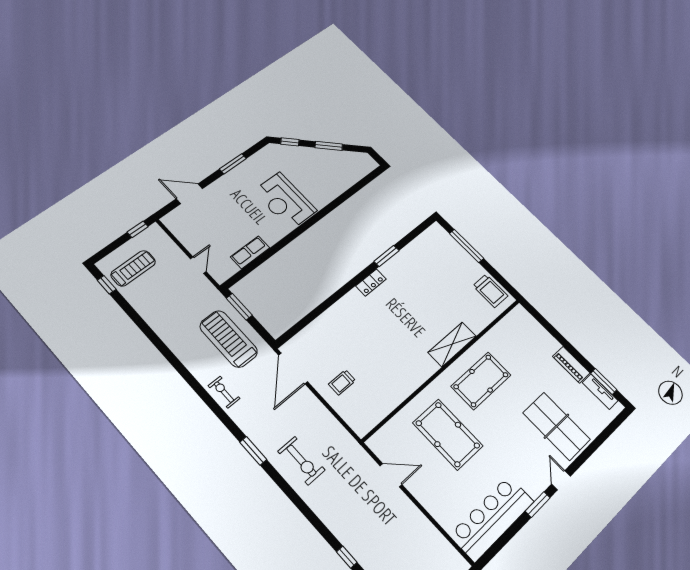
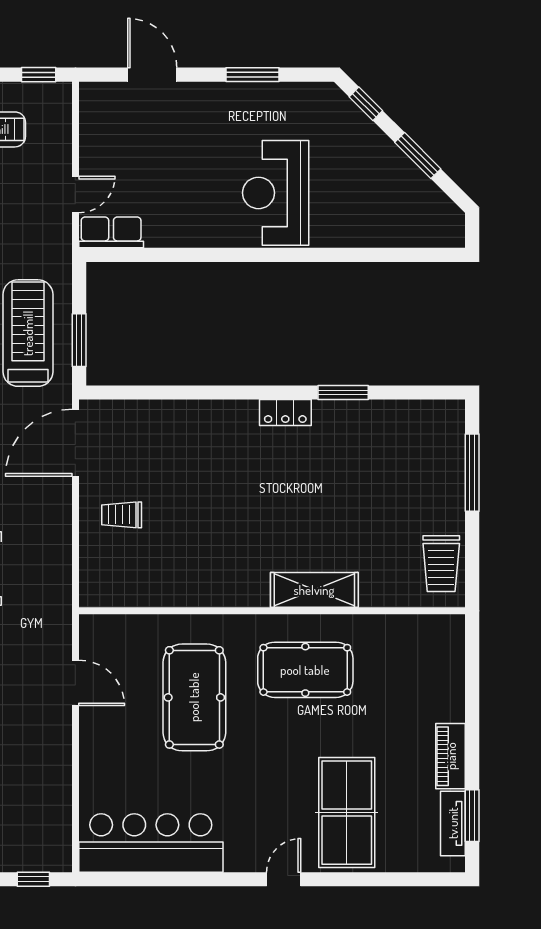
row of seats: (250, 252) -> (111, 232), moved
window: (239, 307) -> (79, 340), moved
window: (538, 504) -> (224, 879), removed

